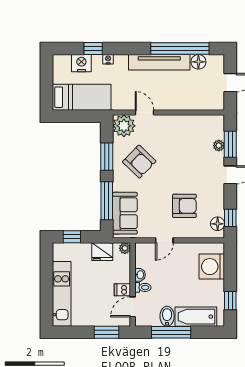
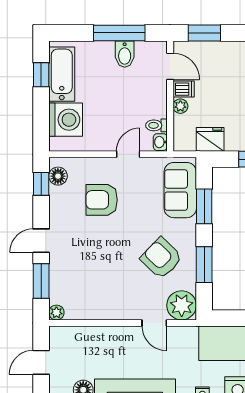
plant: (219, 146) -> (56, 312), moved
window: (107, 201) -> (204, 206), width x0.69
plant: (125, 248) -> (180, 106), moved
washbasin: (140, 275) -> (160, 142), moved
toilet: (143, 287) -> (156, 125), moved
door: (133, 307) -> (170, 66), hinge flipped
bathtub: (196, 317) -> (62, 74), moved, turned -90

